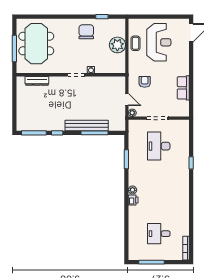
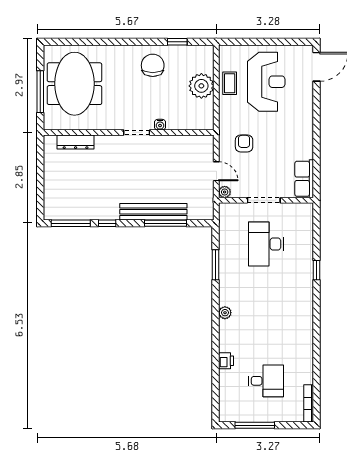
row of seats: (183, 88) -> (304, 179), moved
printer: (133, 200) -> (226, 361), moved
desk: (159, 234) -> (266, 381), turned 180

